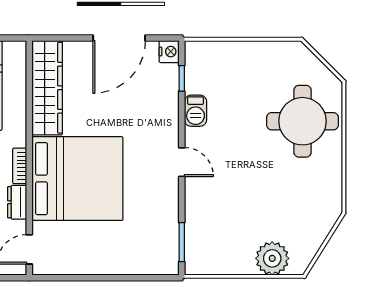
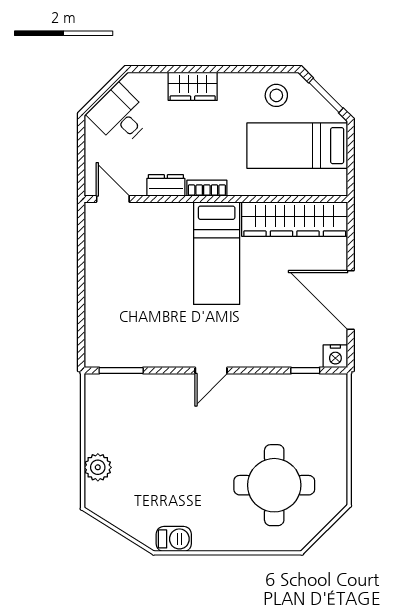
barbecue: (196, 111) -> (174, 539), moved, turned 180
round table: (302, 121) -> (274, 485), moved
bed: (77, 179) -> (217, 253), width x0.49
plant: (272, 258) -> (98, 467), width x0.73, depth x0.73

